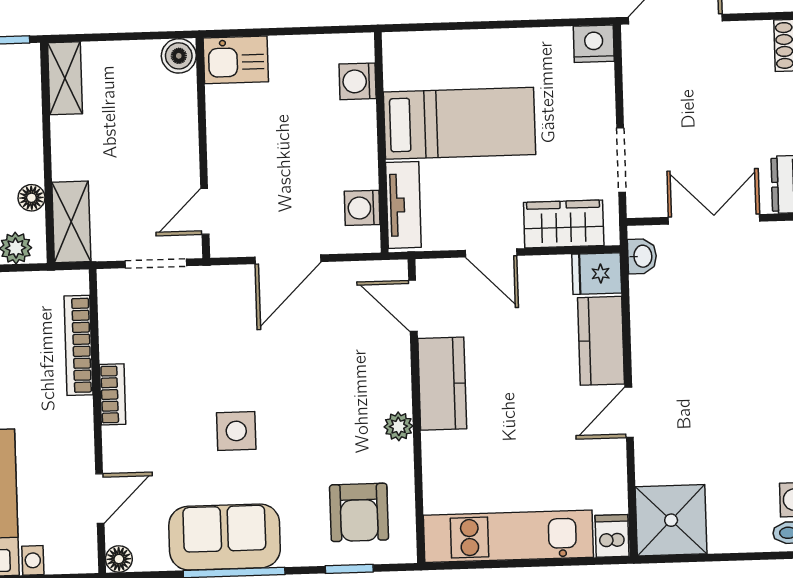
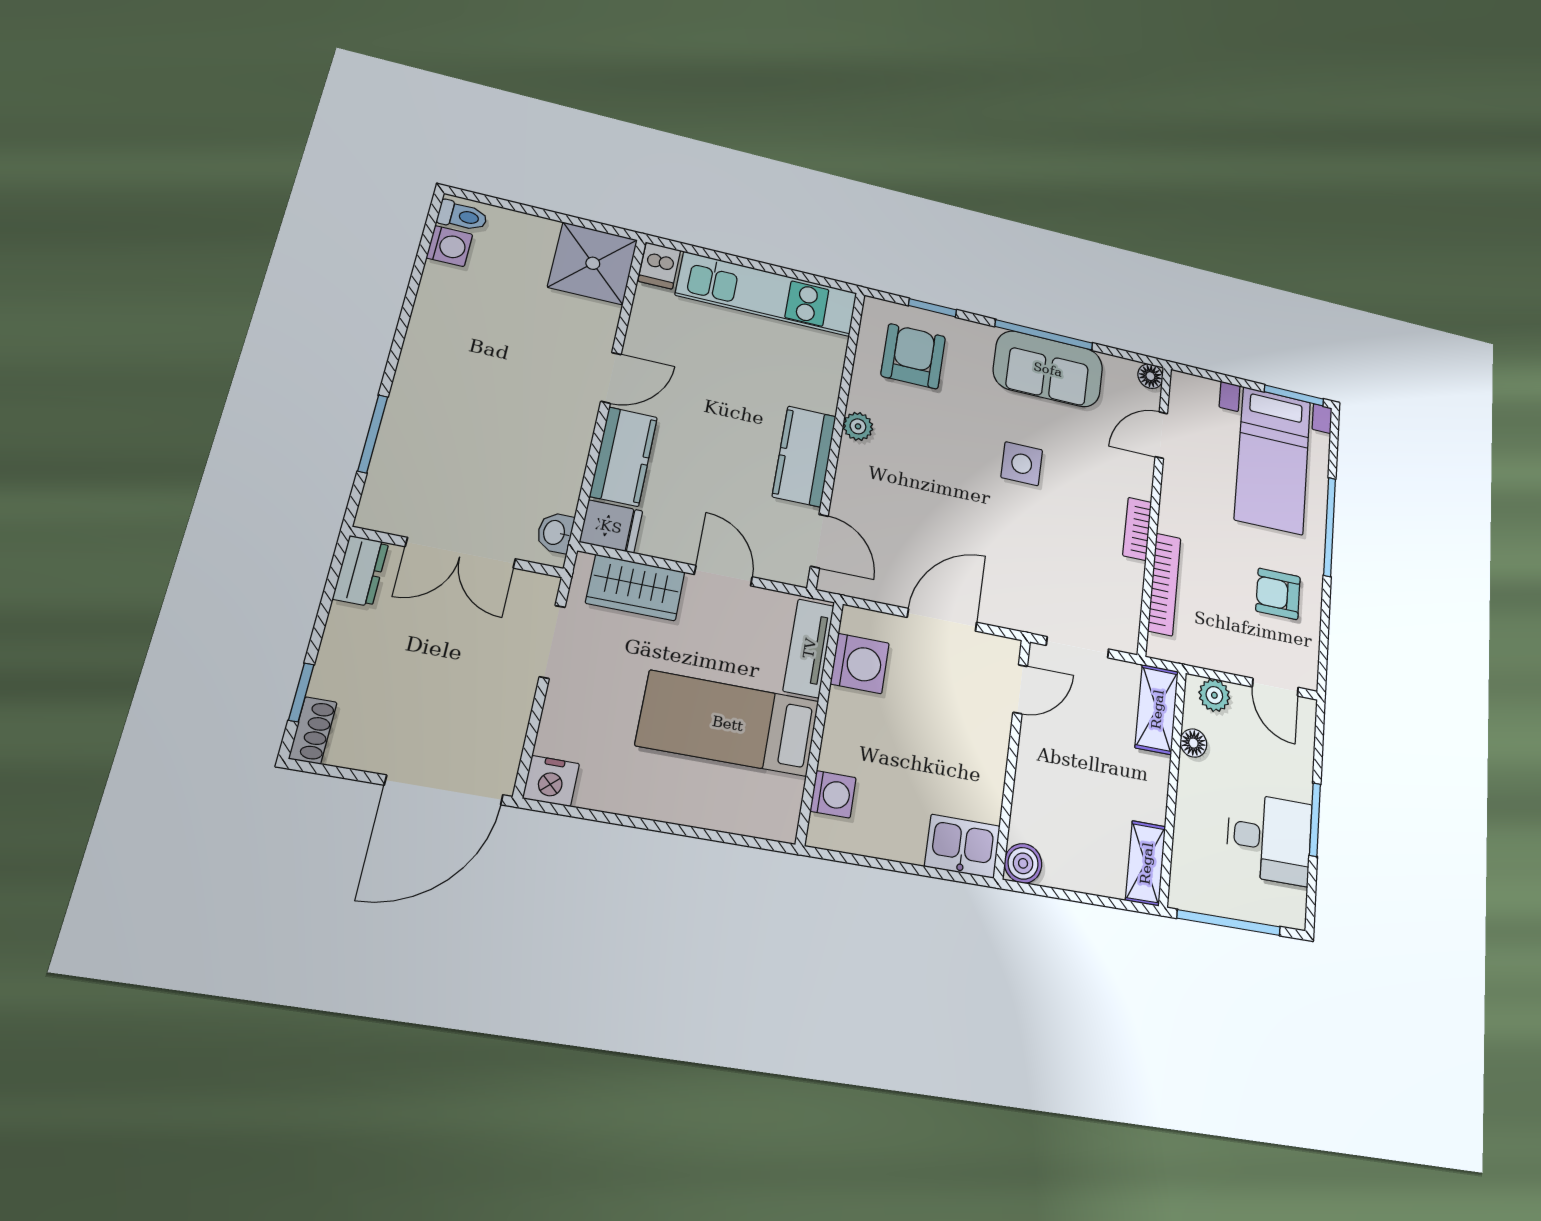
washing machine: (362, 208) -> (860, 663), width x1.38, depth x1.38

